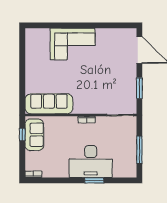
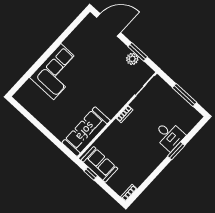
plant: (131, 89) -> (132, 59), added
desk: (91, 162) -> (169, 135), width x0.53, depth x0.77

